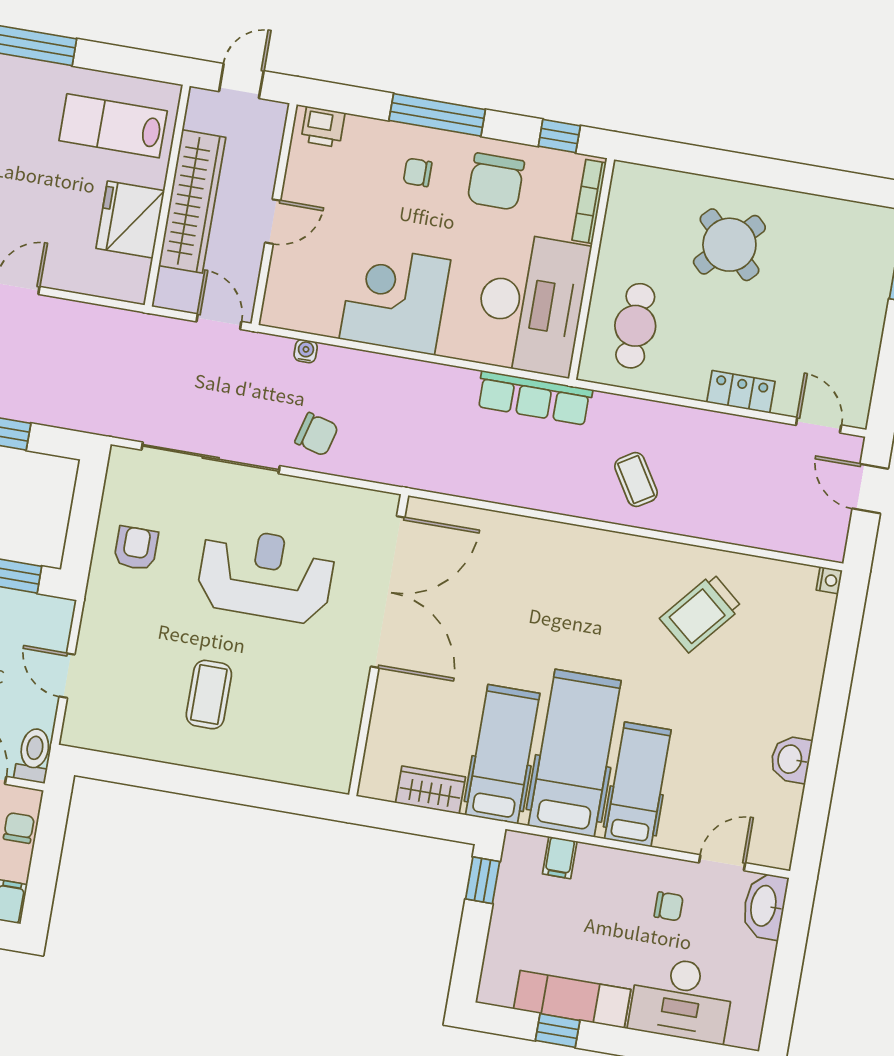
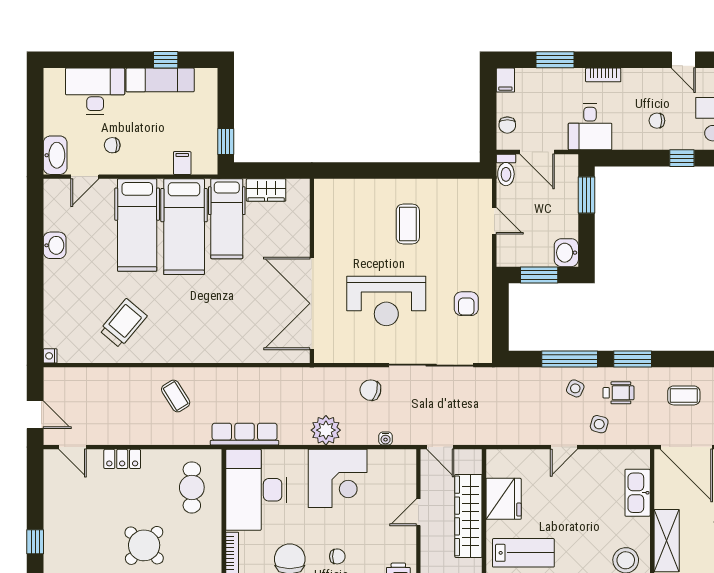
plant: (401, 381) -> (326, 430), added
hospital bed: (638, 785) -> (137, 225), width x1.37, depth x1.29

